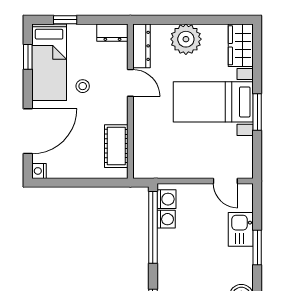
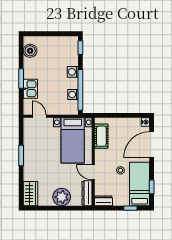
bed with nightstands: (213, 102) -> (73, 140), moved, turned 90
washing machine: (166, 199) -> (73, 72), moved

